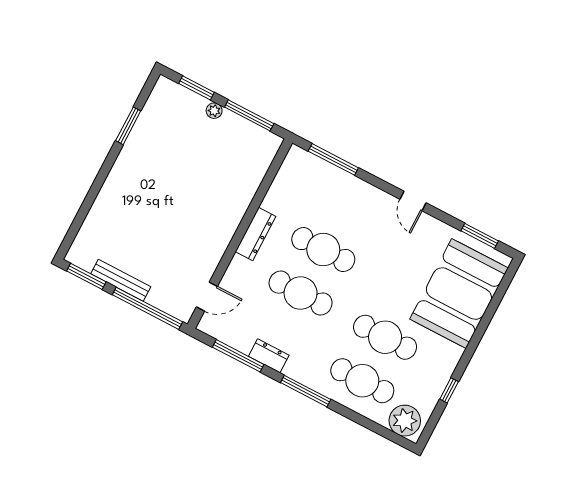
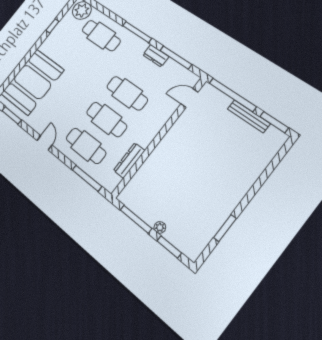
dresser: (255, 234) -> (129, 160), moved
cafe table: (385, 337) -> (86, 146), moved

